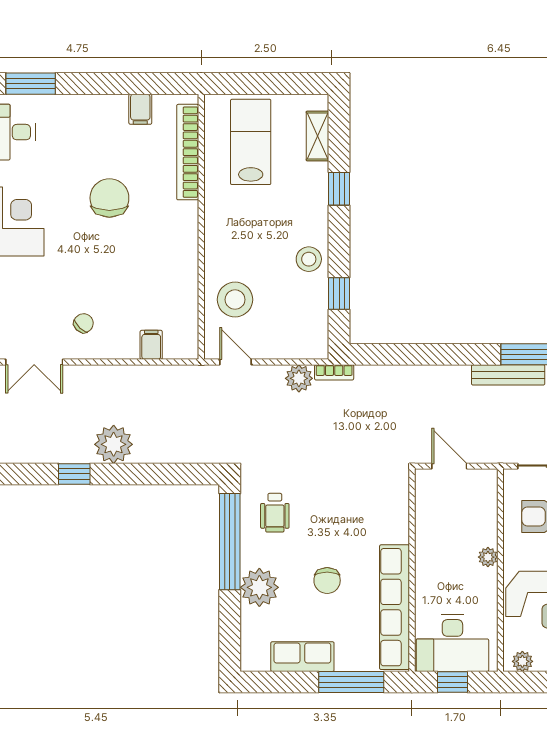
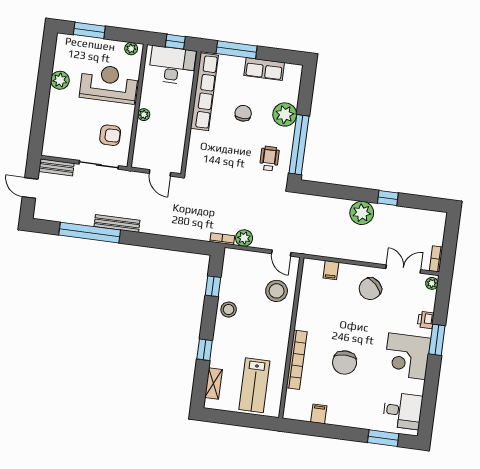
bookcase: (188, 152) -> (297, 360), moved
chair: (84, 323) -> (370, 289), width x1.87, depth x1.87

